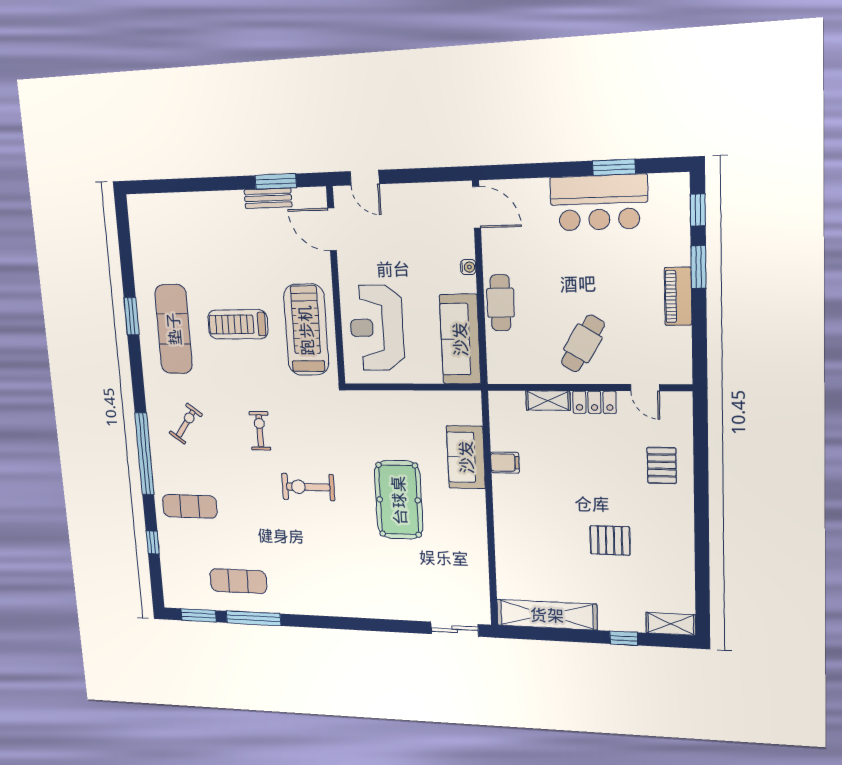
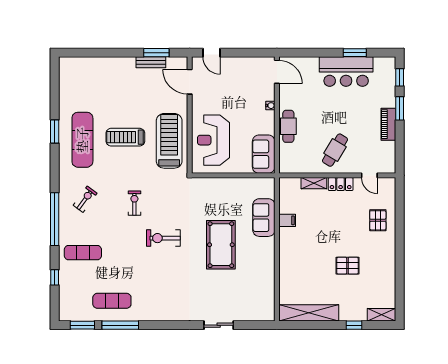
sofa: (460, 339) -> (264, 154), width x0.73
sliding door: (455, 629) -> (219, 325), moved

